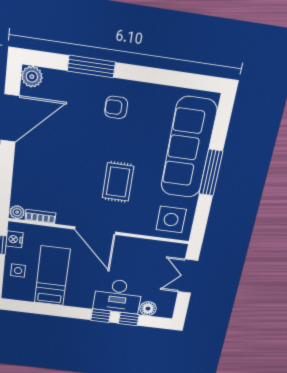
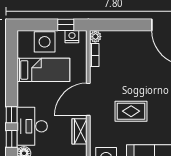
wardrobe: (133, 246) -> (80, 131), added
side table: (18, 271) -> (45, 42), width x1.87, depth x1.87

